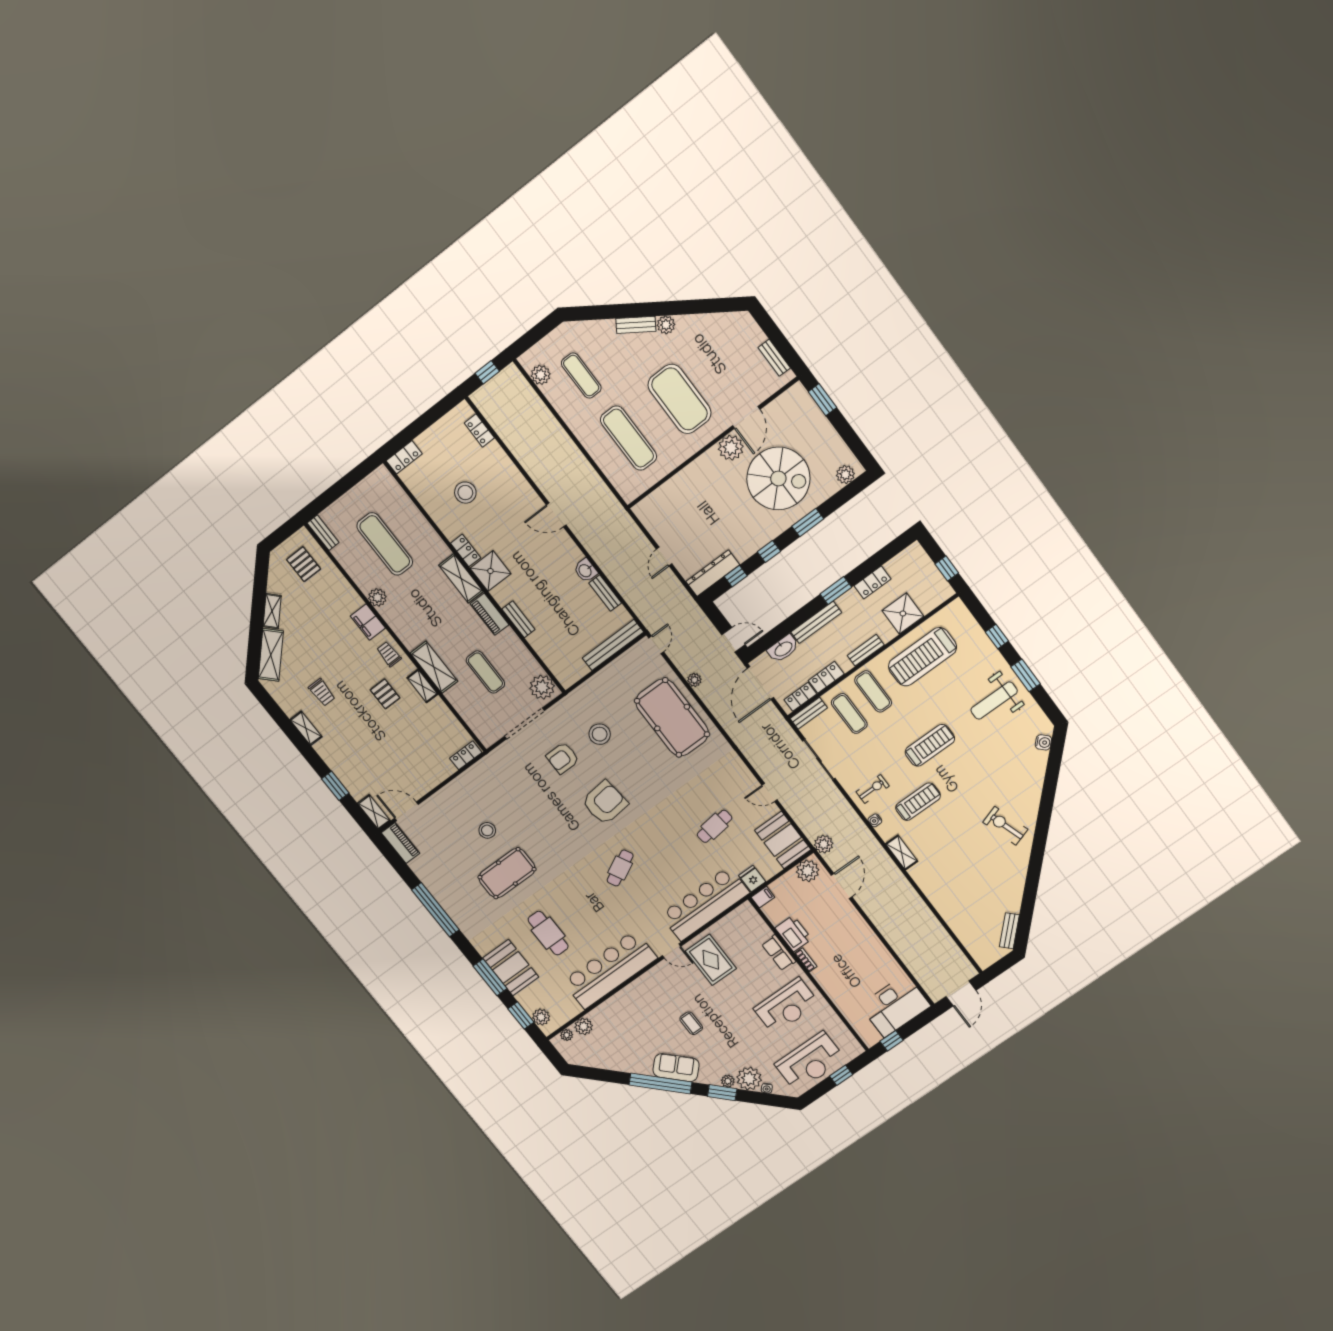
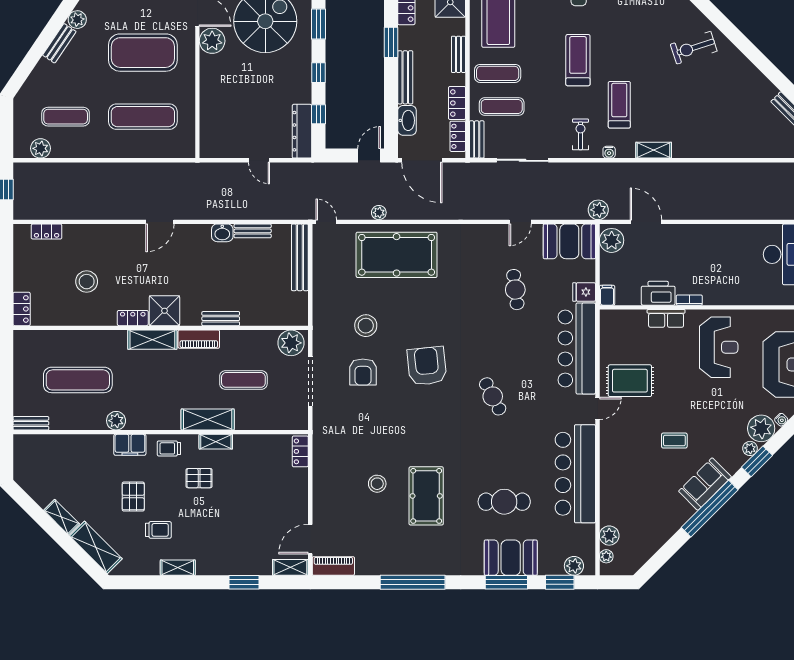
pallet: (304, 564) -> (133, 497), moved, turned 90

